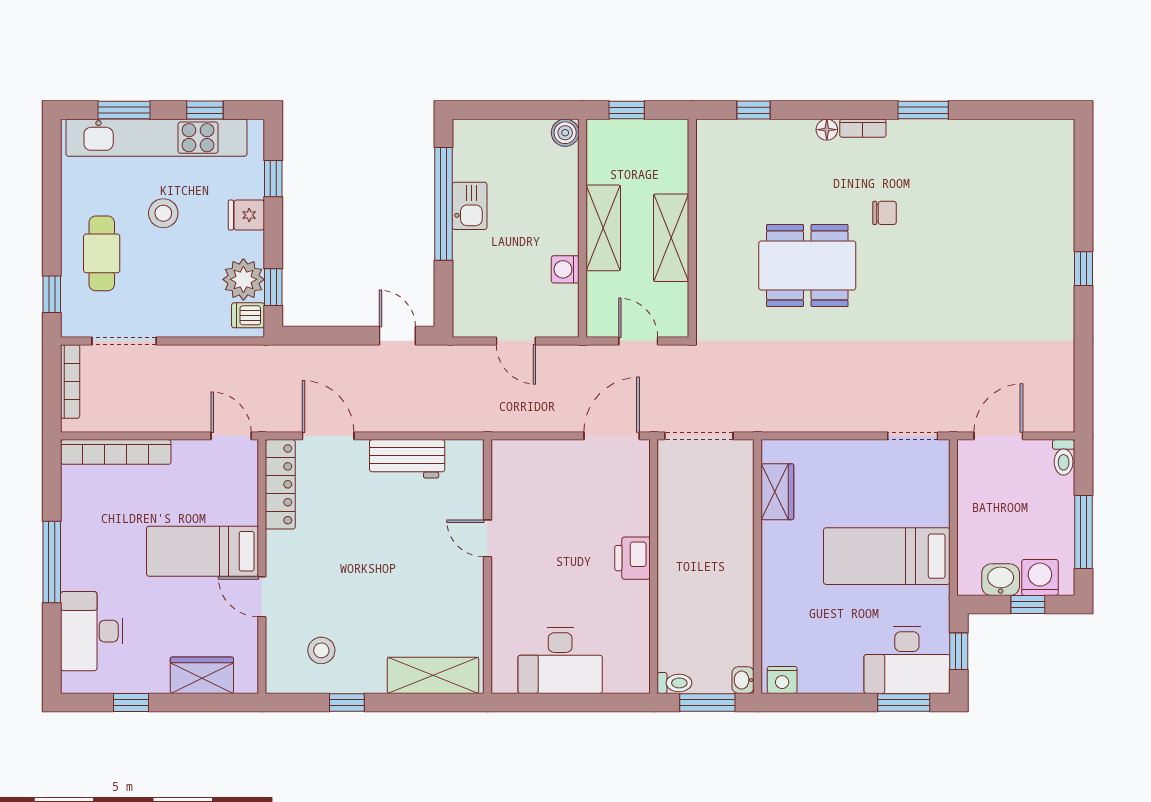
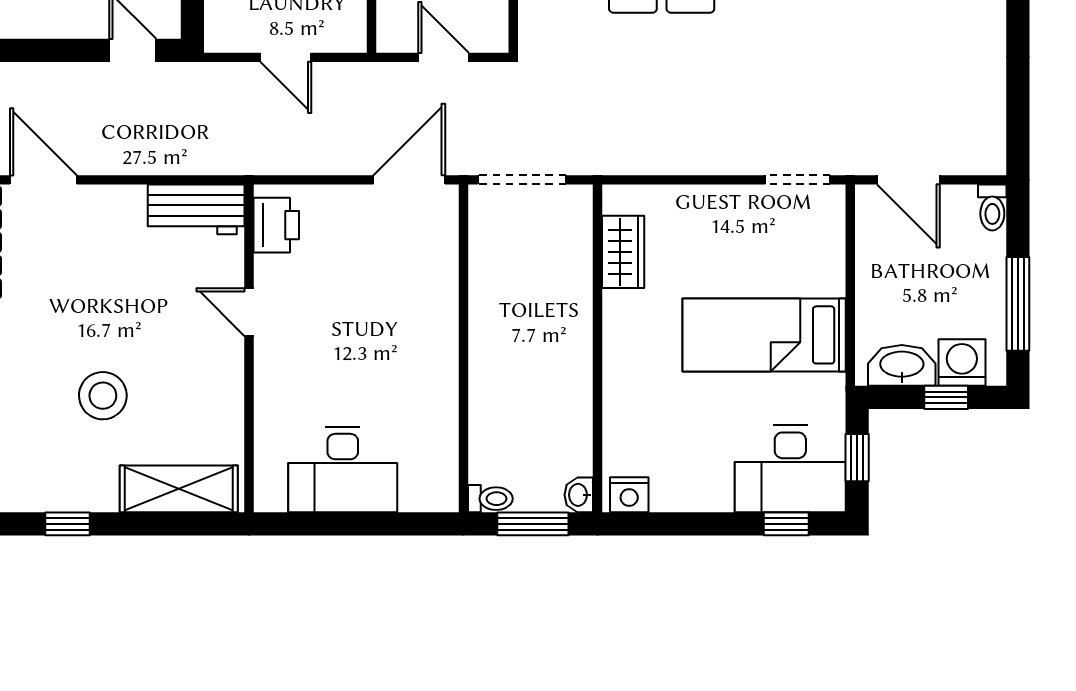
door: (998, 436) -> (908, 180), swing flipped
workbench: (407, 459) -> (196, 209), moved
printer: (633, 558) -> (276, 225), moved, turned 180
washbasin: (1001, 580) -> (902, 365), width x1.38
stool: (321, 650) -> (103, 396), moved, width x1.38, depth x1.38
window: (904, 702) -> (786, 524), width x0.67

